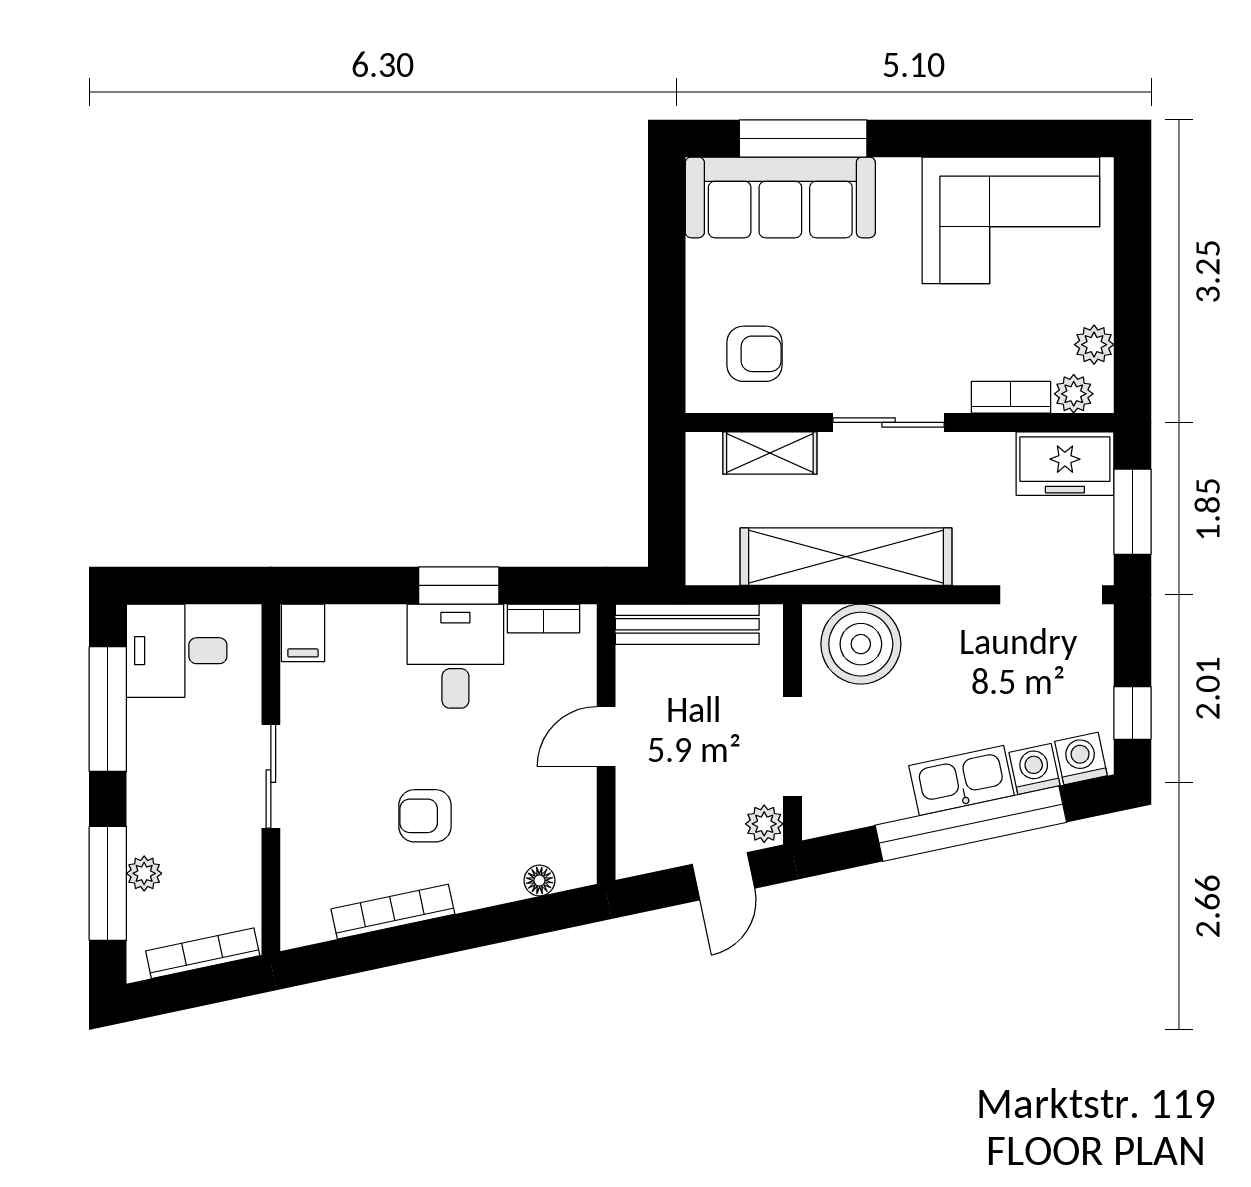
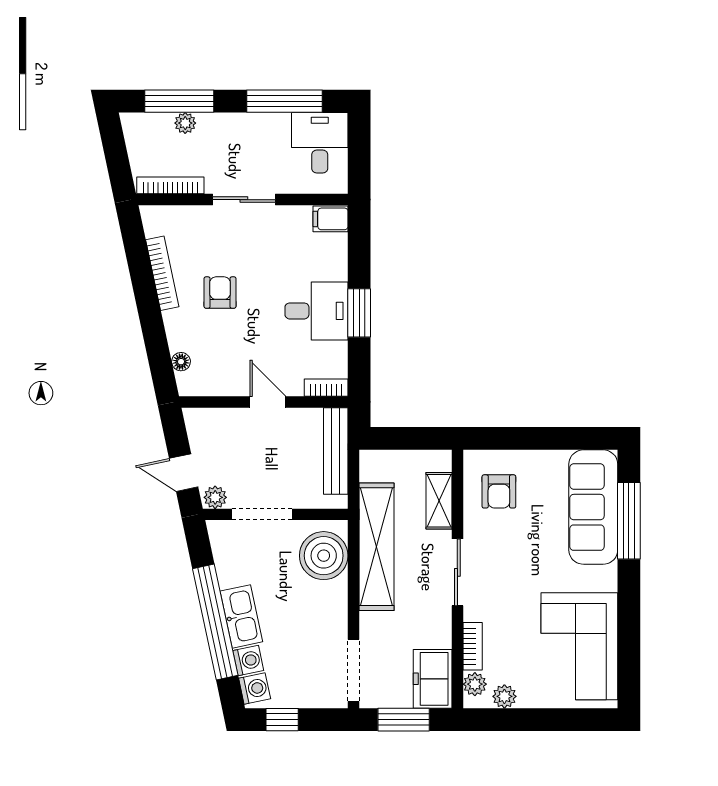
bookcase: (543, 619) -> (326, 388), moved, turned 90
bookcase: (203, 953) -> (170, 185), moved, turned -78

